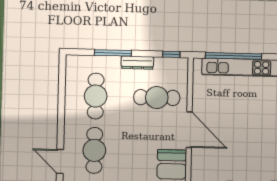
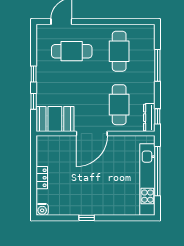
dresser: (137, 63) -> (149, 118), moved
cafe table: (96, 96) -> (119, 51), turned 90

